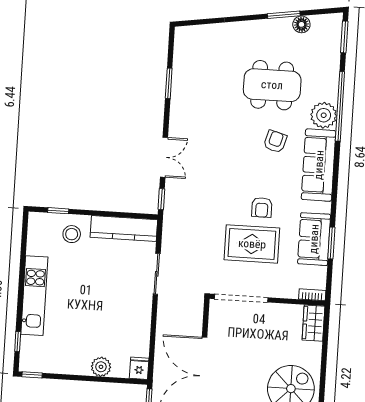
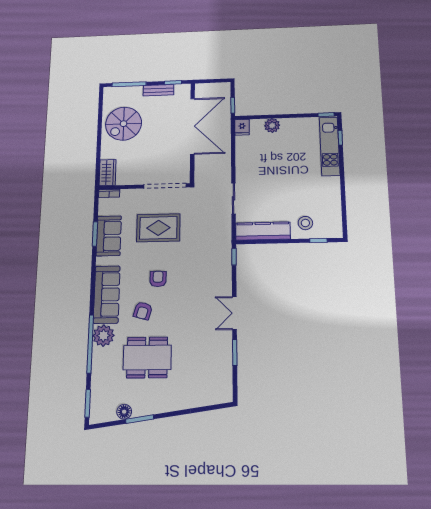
double door: (164, 157) -> (234, 313), moved
armchair: (262, 207) -> (158, 279), moved
kitchen unit: (34, 296) -> (330, 146), moved

